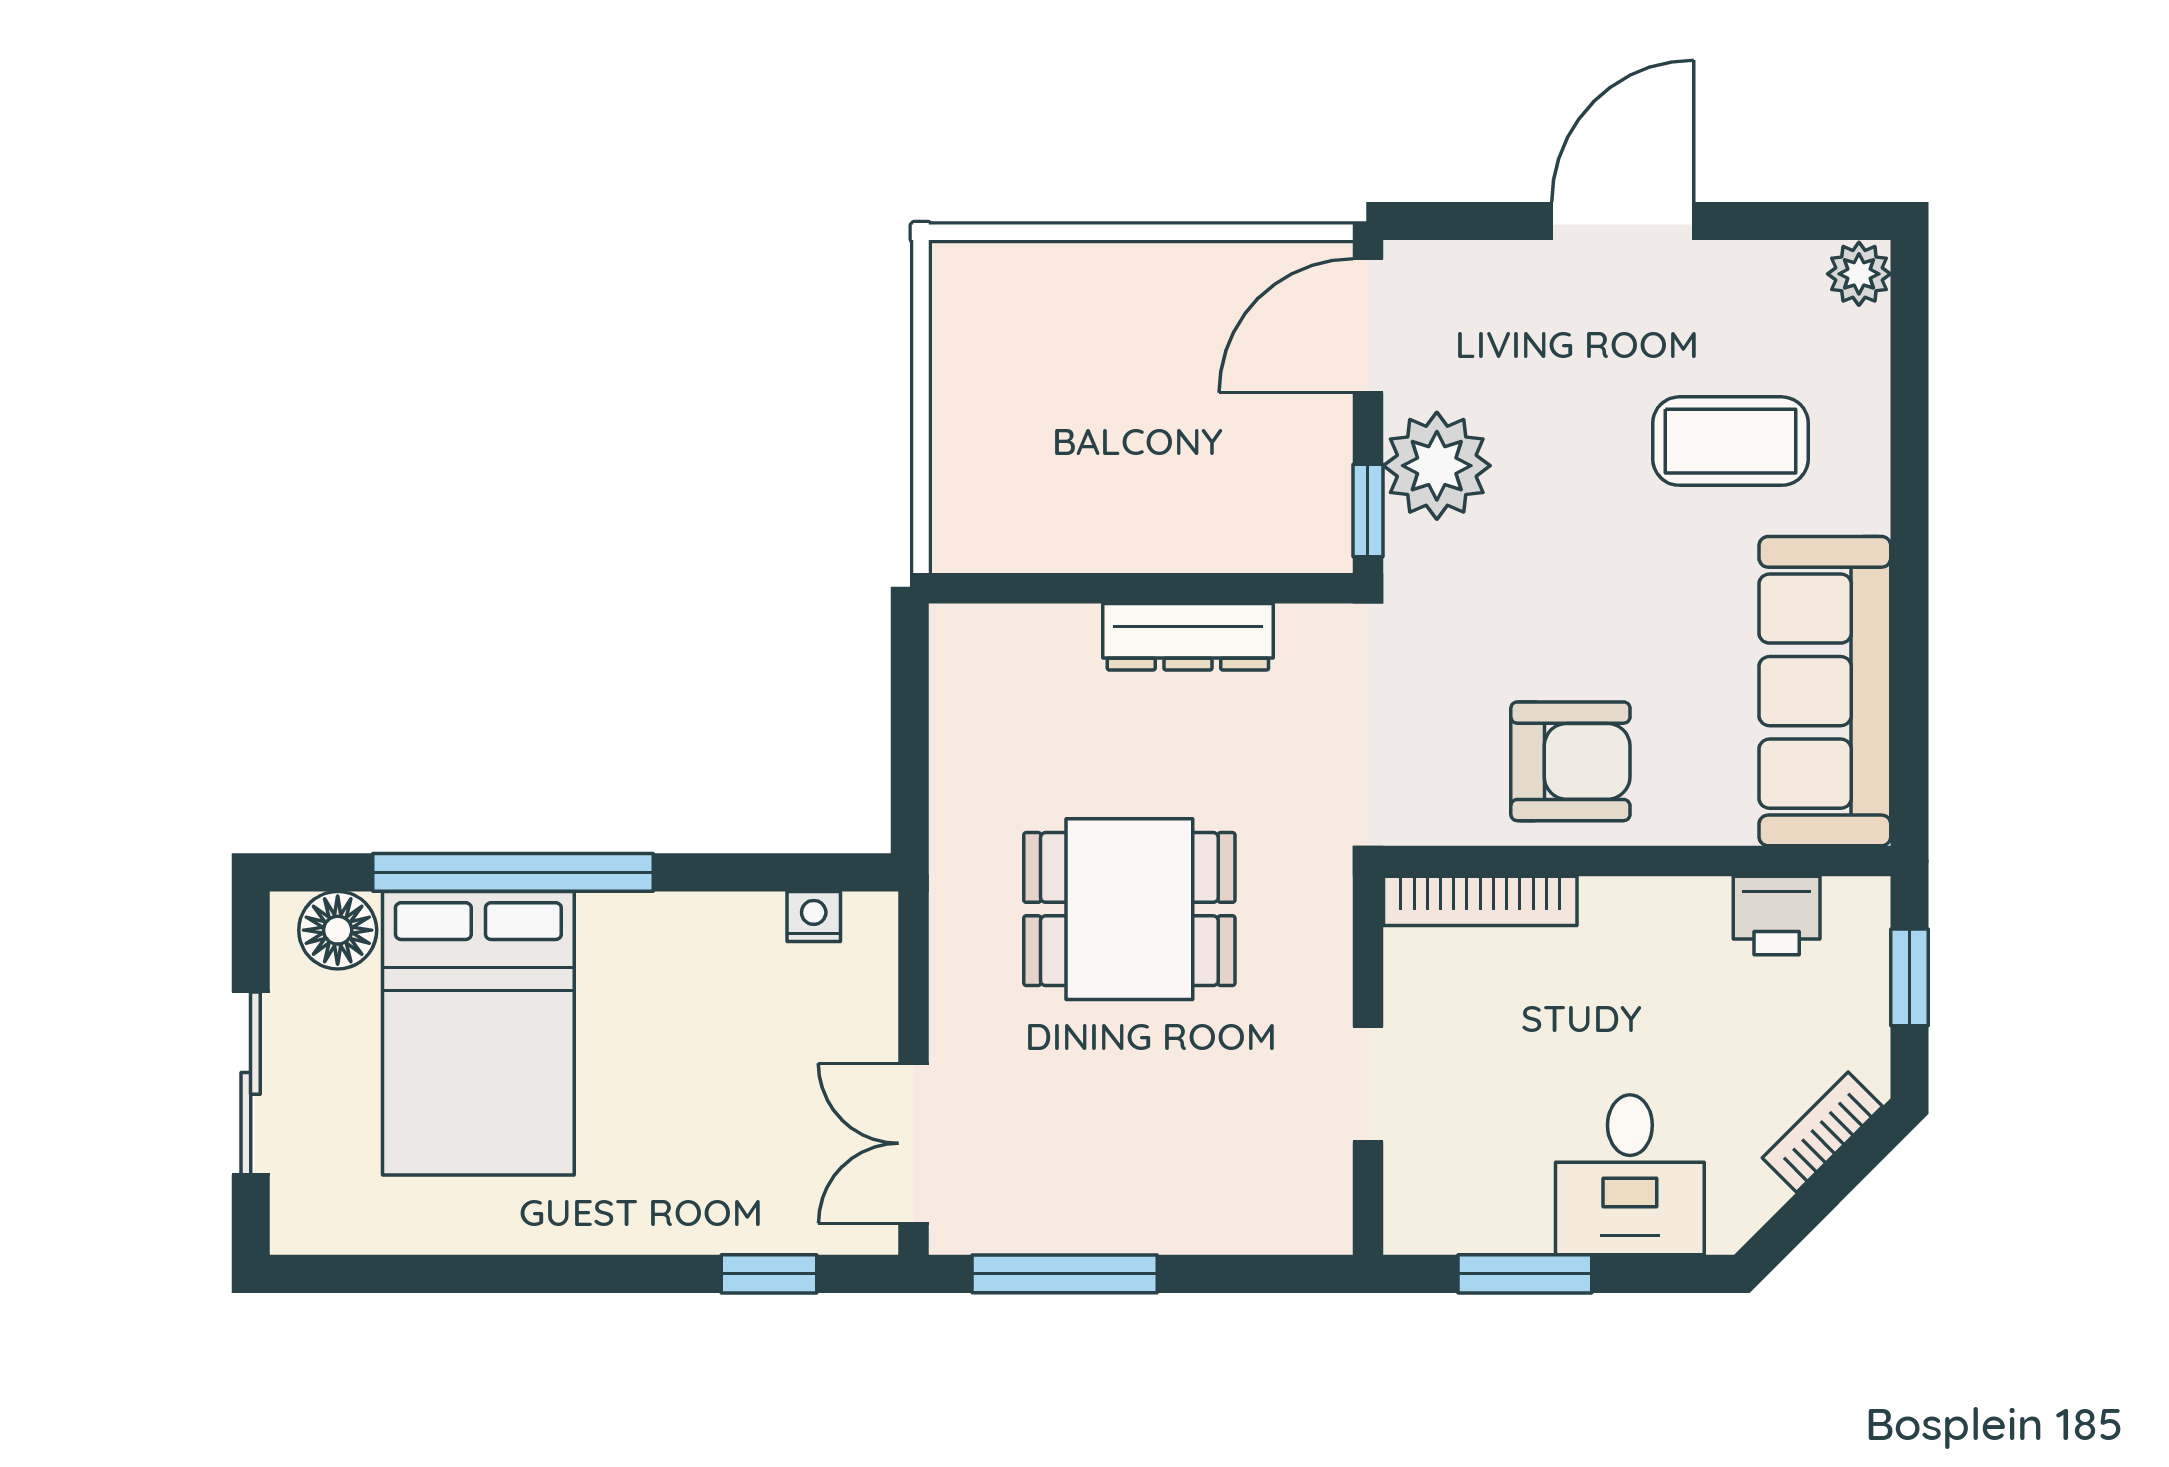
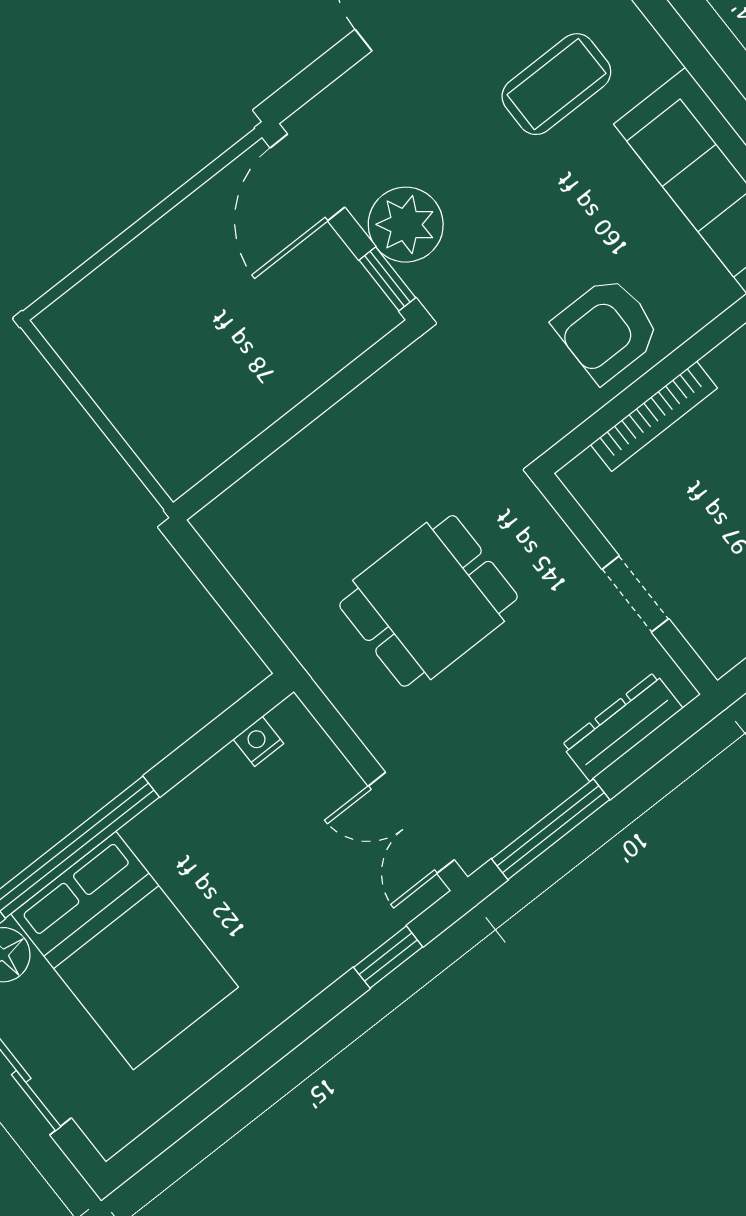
dresser: (1188, 637) -> (622, 727), moved, turned 180
armchair: (1570, 761) -> (607, 329), turned 180
bookcase: (1480, 901) -> (654, 416), moved

